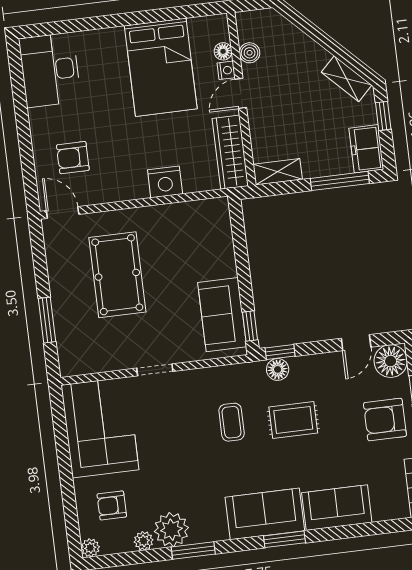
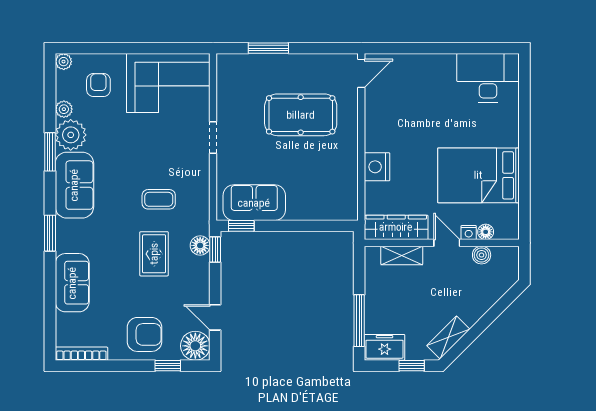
armchair: (73, 158) -> (408, 88), removed
shelving: (278, 172) -> (402, 255), moved, turned 90
armchair: (385, 420) -> (144, 334), turned 90
sofa: (265, 514) -> (74, 185), moved

